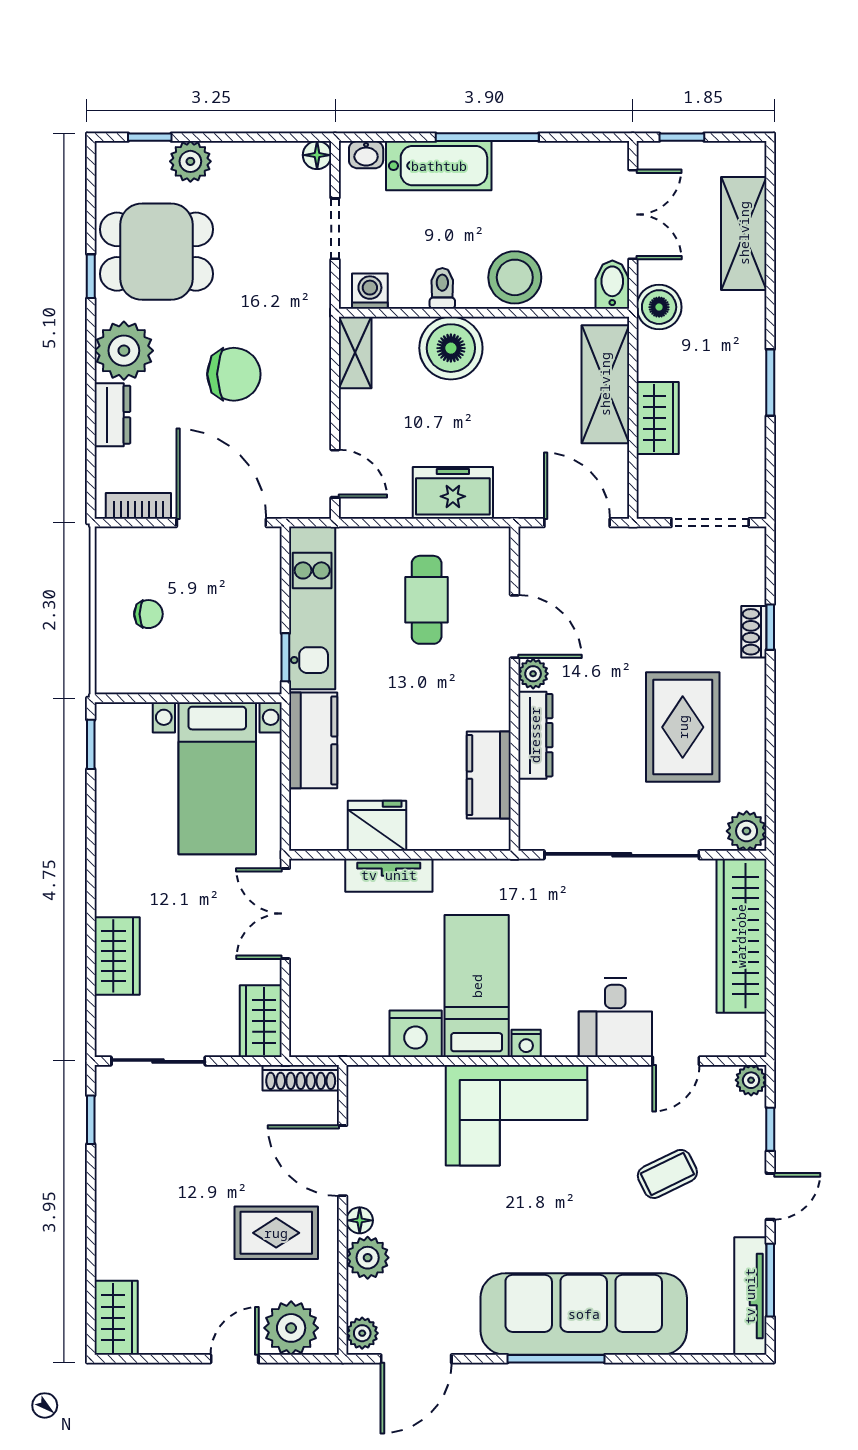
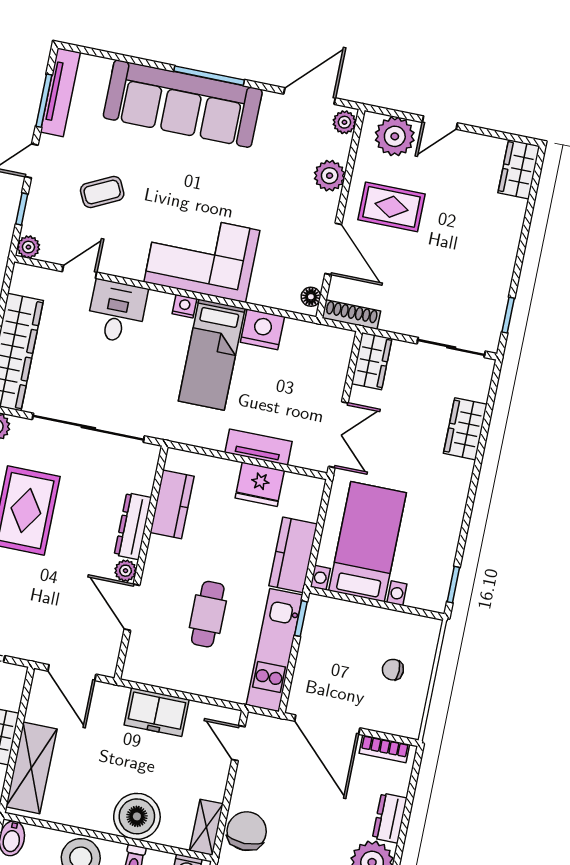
chair: (234, 374) -> (247, 831), moved, turned 90
cafe table: (427, 600) -> (208, 614), moved
floor lamp: (360, 1220) -> (311, 297), moved

